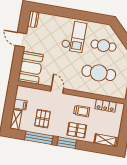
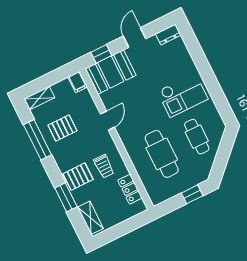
window: (16, 66) -> (101, 54), added
filing cabinet: (20, 104) -> (78, 82), moved
pallet: (77, 130) -> (78, 177), turned 90
window: (67, 143) -> (66, 197), moved

